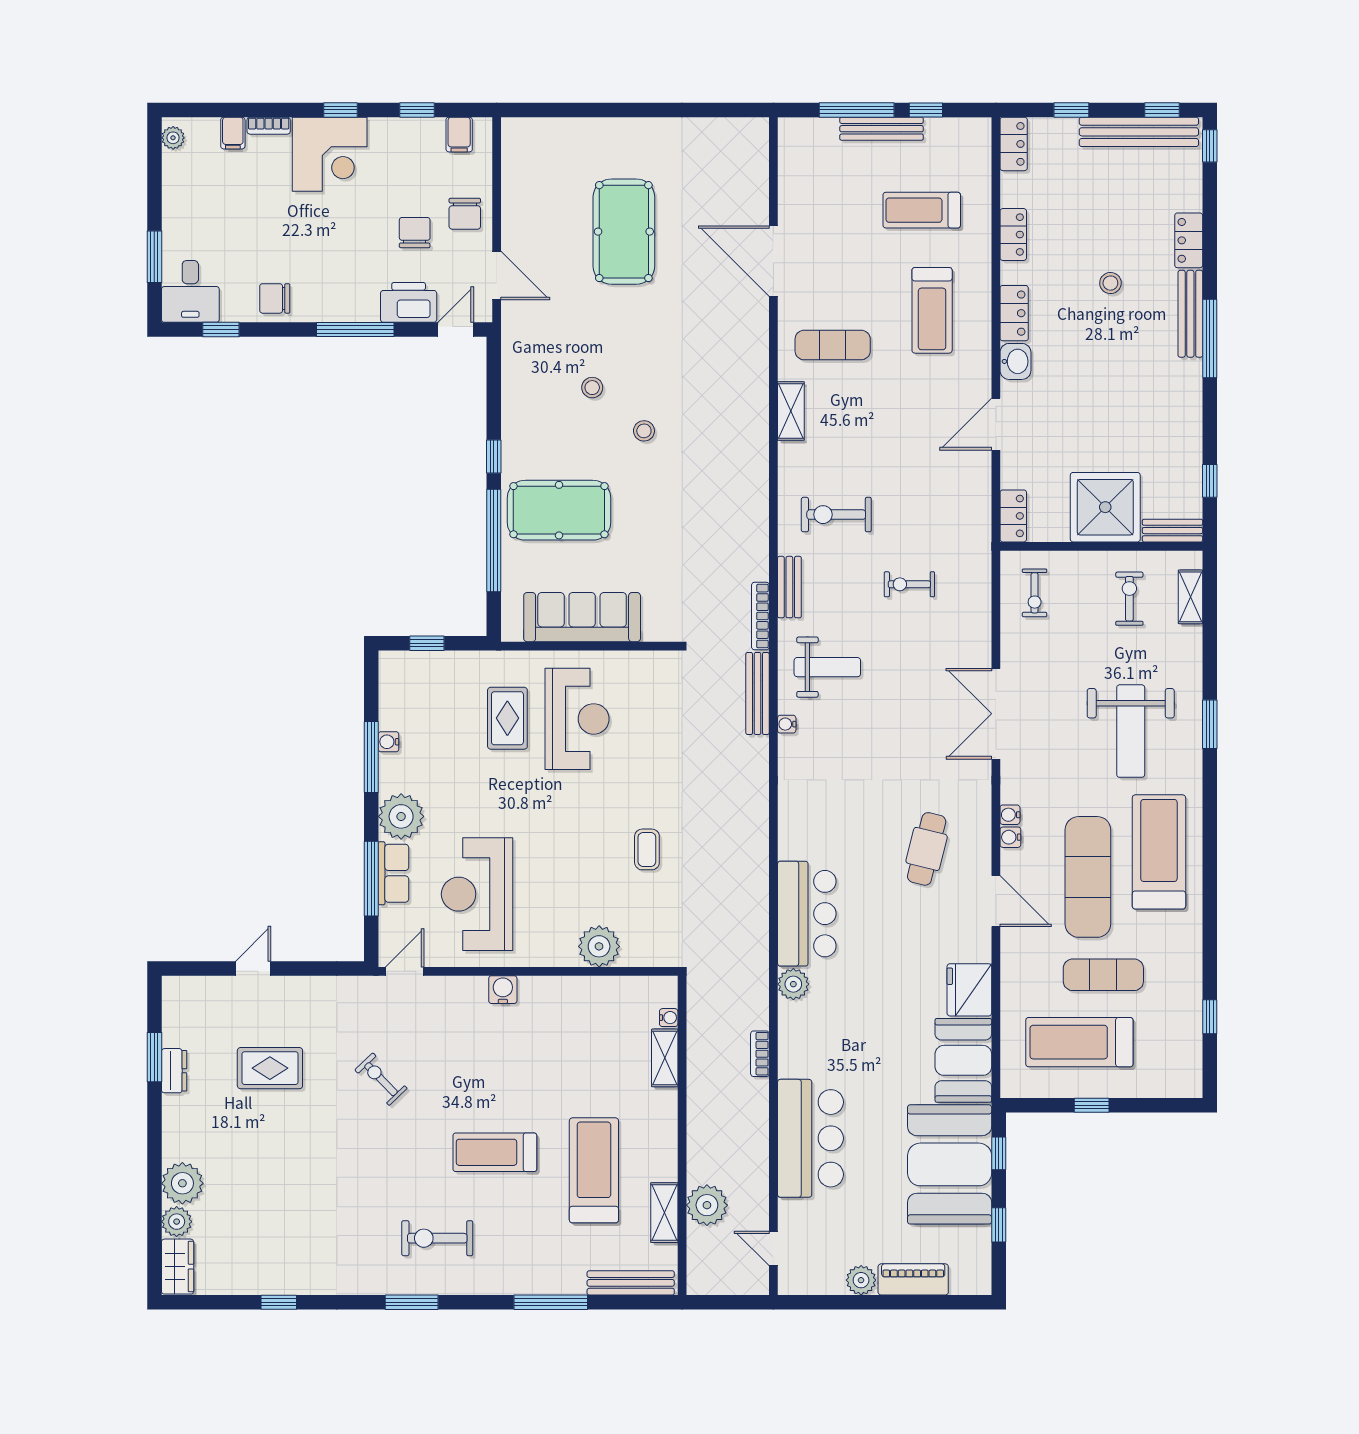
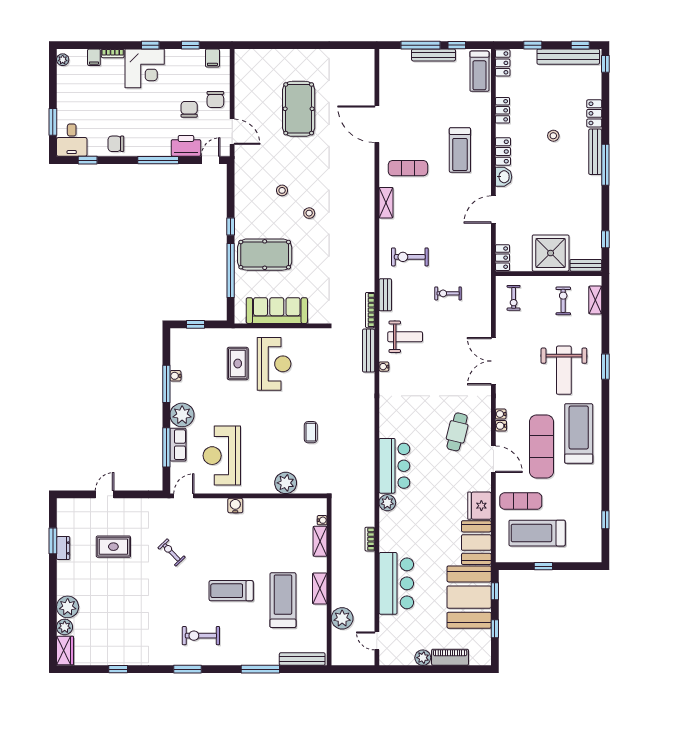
treadmill: (922, 210) -> (479, 71), moved, turned -90
exercise mat: (1103, 975) -> (521, 501), moved
shelving: (664, 1213) -> (320, 589), moved

